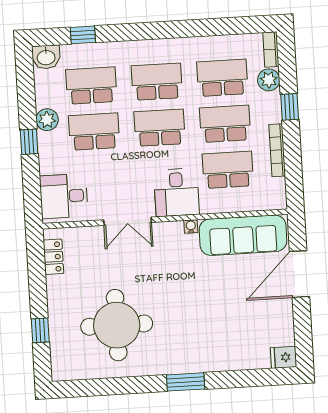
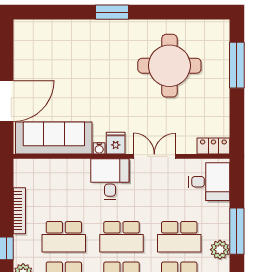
window: (29, 142) -> (237, 231), width x2.17
school desk: (228, 170) -> (64, 196), removed
locker: (53, 257) -> (213, 146), moved, turned 90
window: (40, 330) -> (237, 65), width x2.17
fridge: (284, 357) -> (116, 143), moved, turned -90

